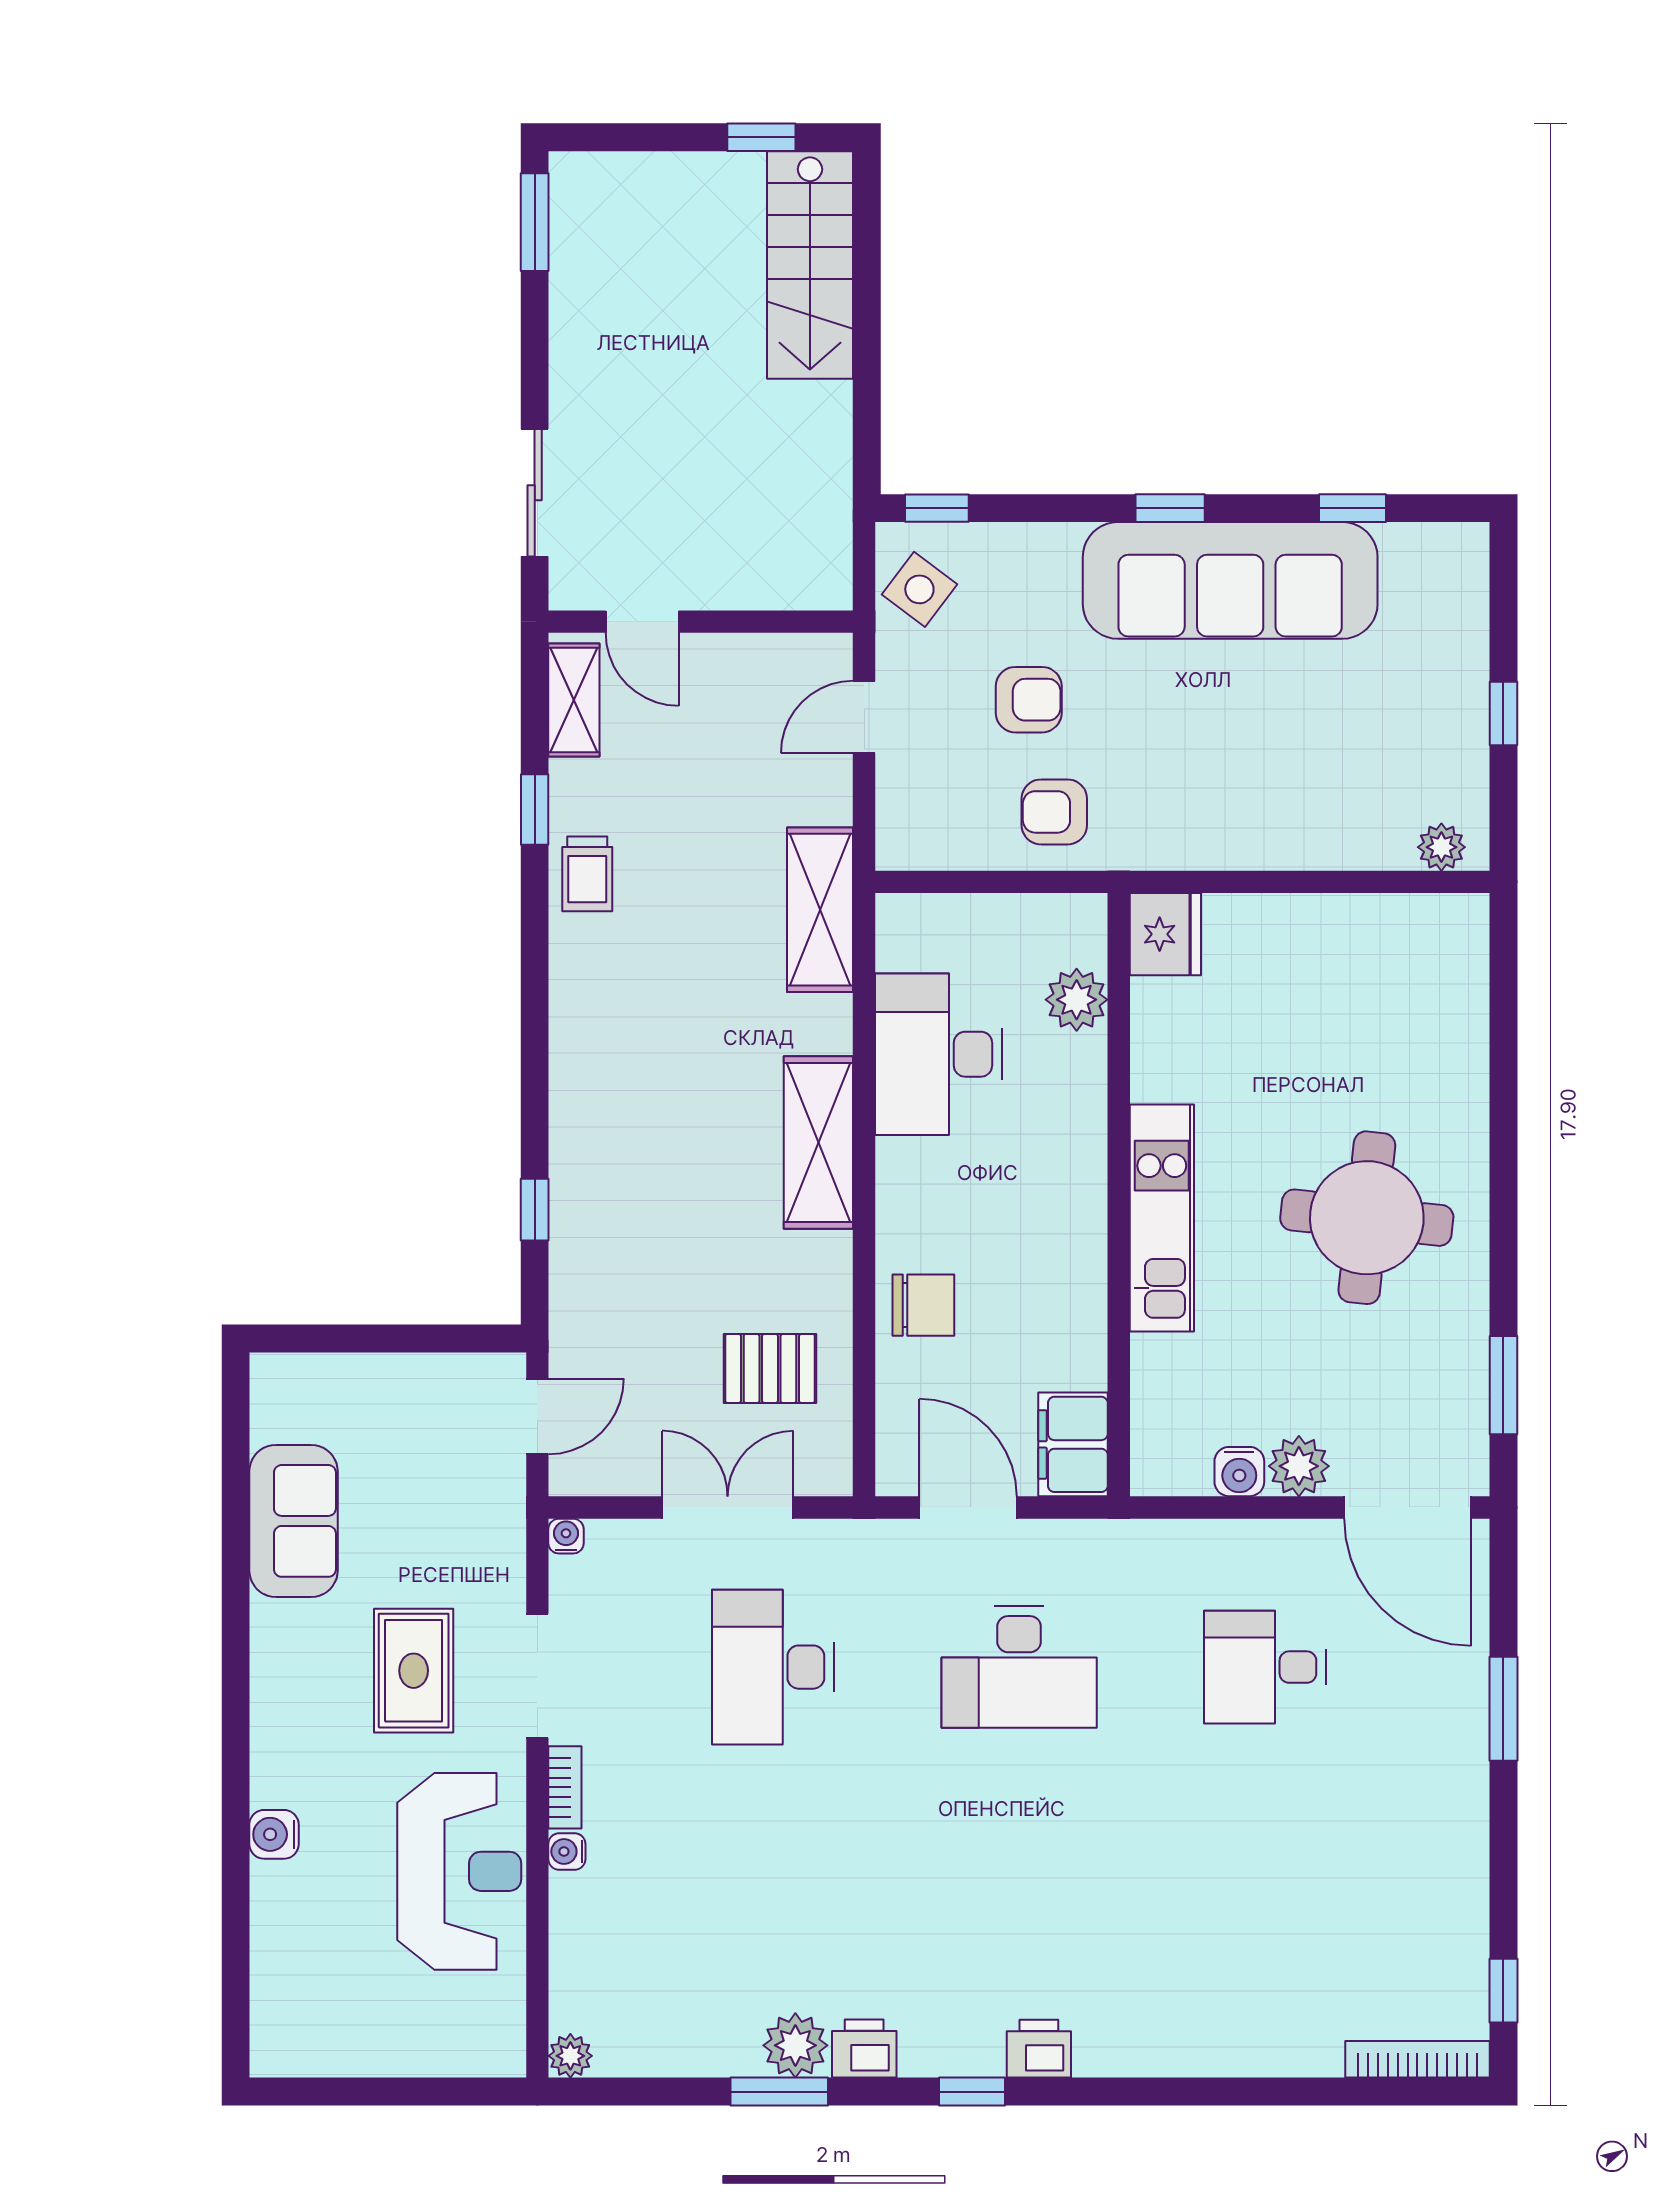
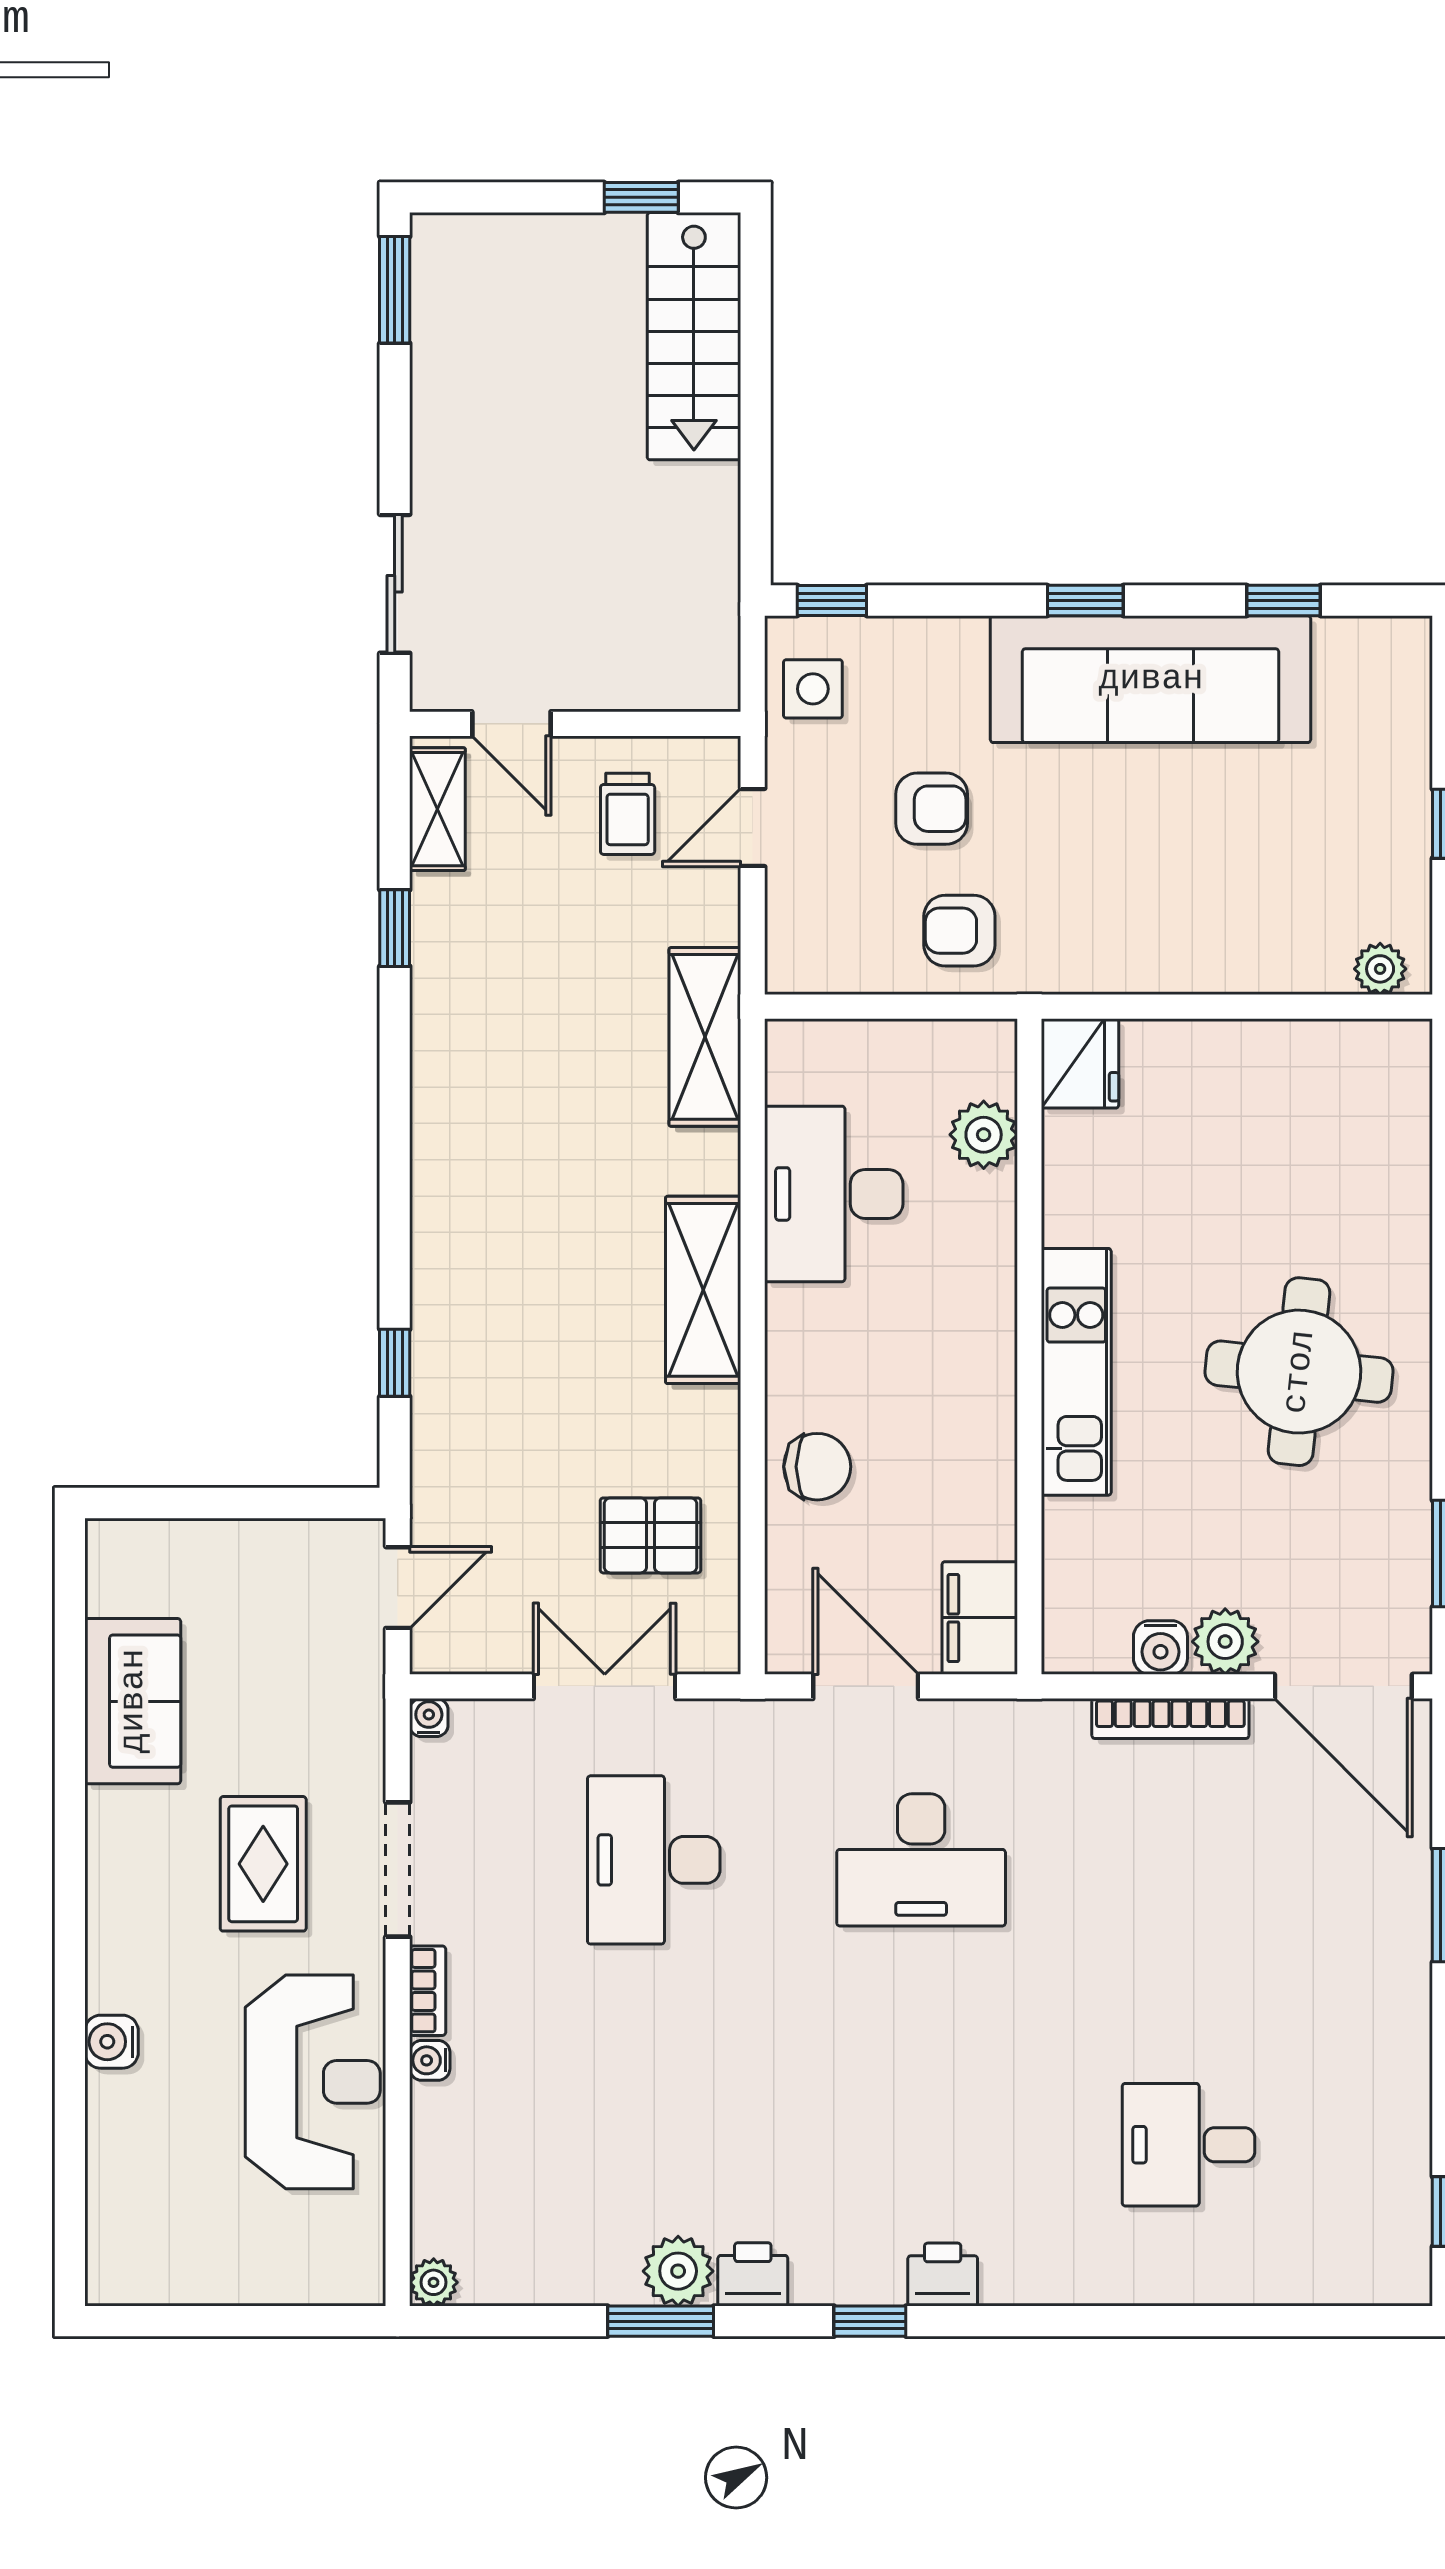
side table: (919, 589) -> (813, 689), turned -37
trolley: (587, 874) -> (628, 814), moved
desk: (1265, 1667) -> (1188, 2145), moved
bookcase: (1417, 2059) -> (1170, 1719), moved, turned 180

